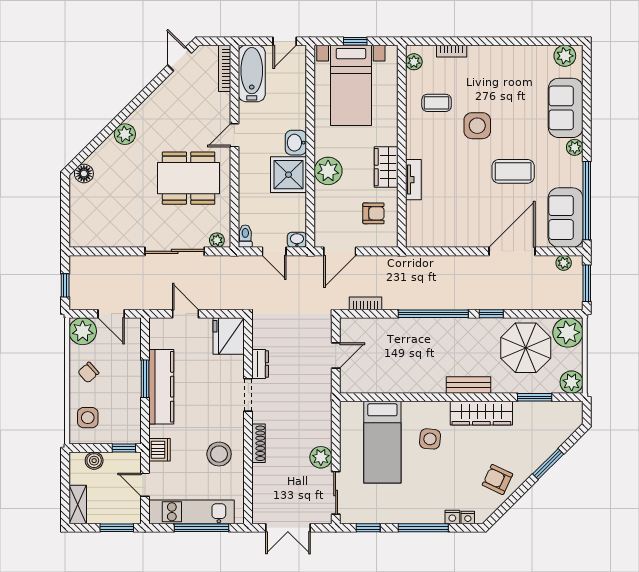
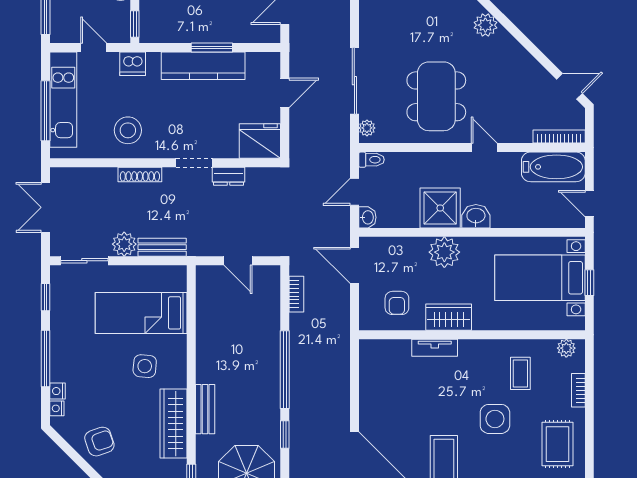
rug: (500, 70) -> (557, 444), added
bench: (324, 423) -> (162, 247), added
armchair: (497, 479) -> (99, 442), turned 46
door: (145, 485) -> (94, 47), hinge flipped

